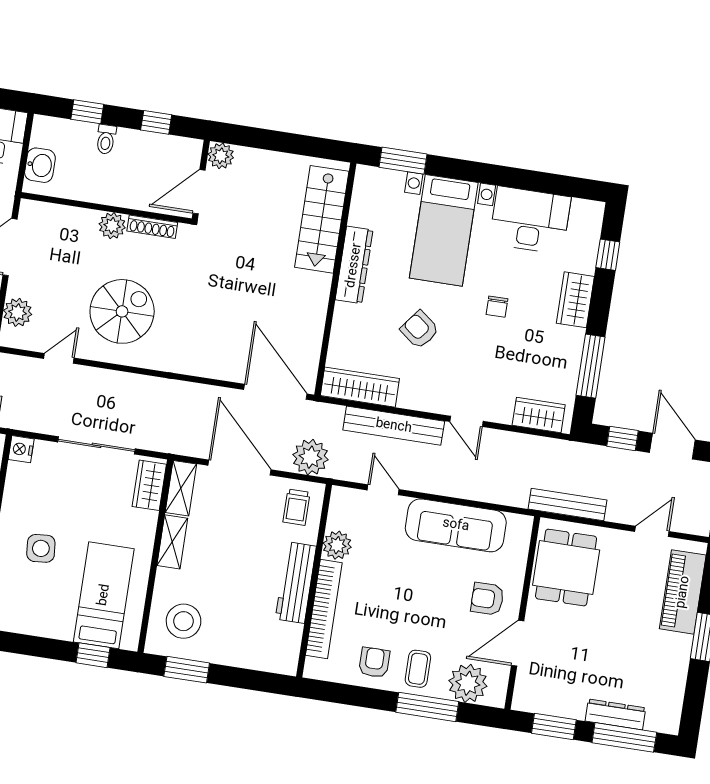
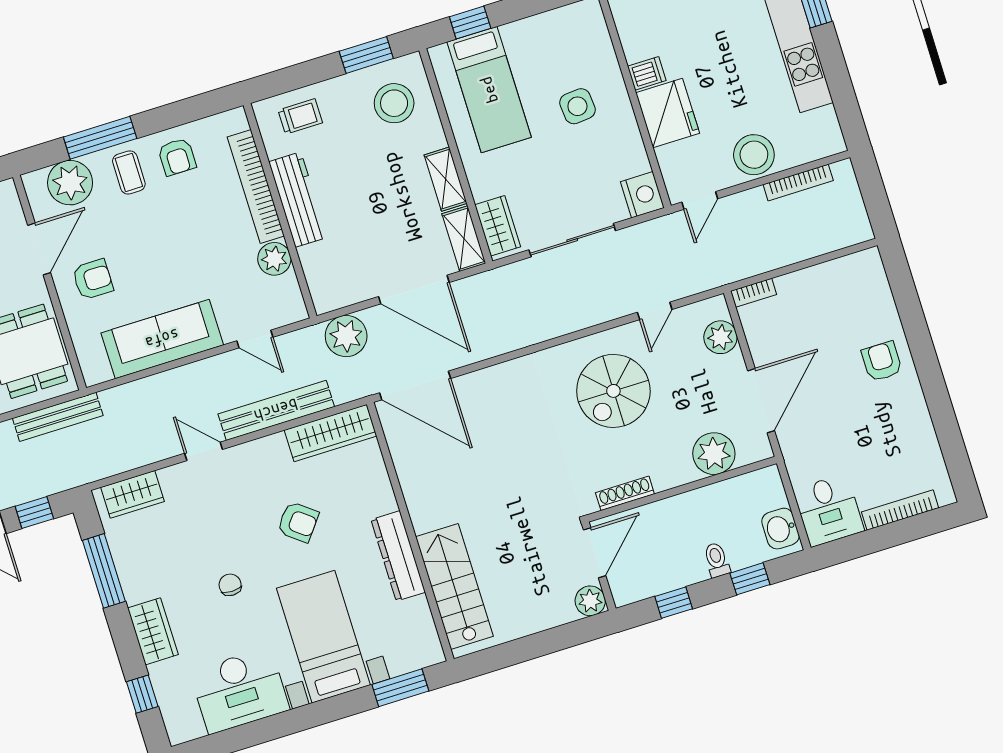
washbasin: (40, 165) -> (780, 529), moved
plant: (112, 226) -> (714, 454), moved, width x1.36, depth x1.36
nightstand: (21, 449) -> (642, 195), width x1.36, depth x1.33
trolley: (296, 507) -> (300, 116), moved, turned 90

